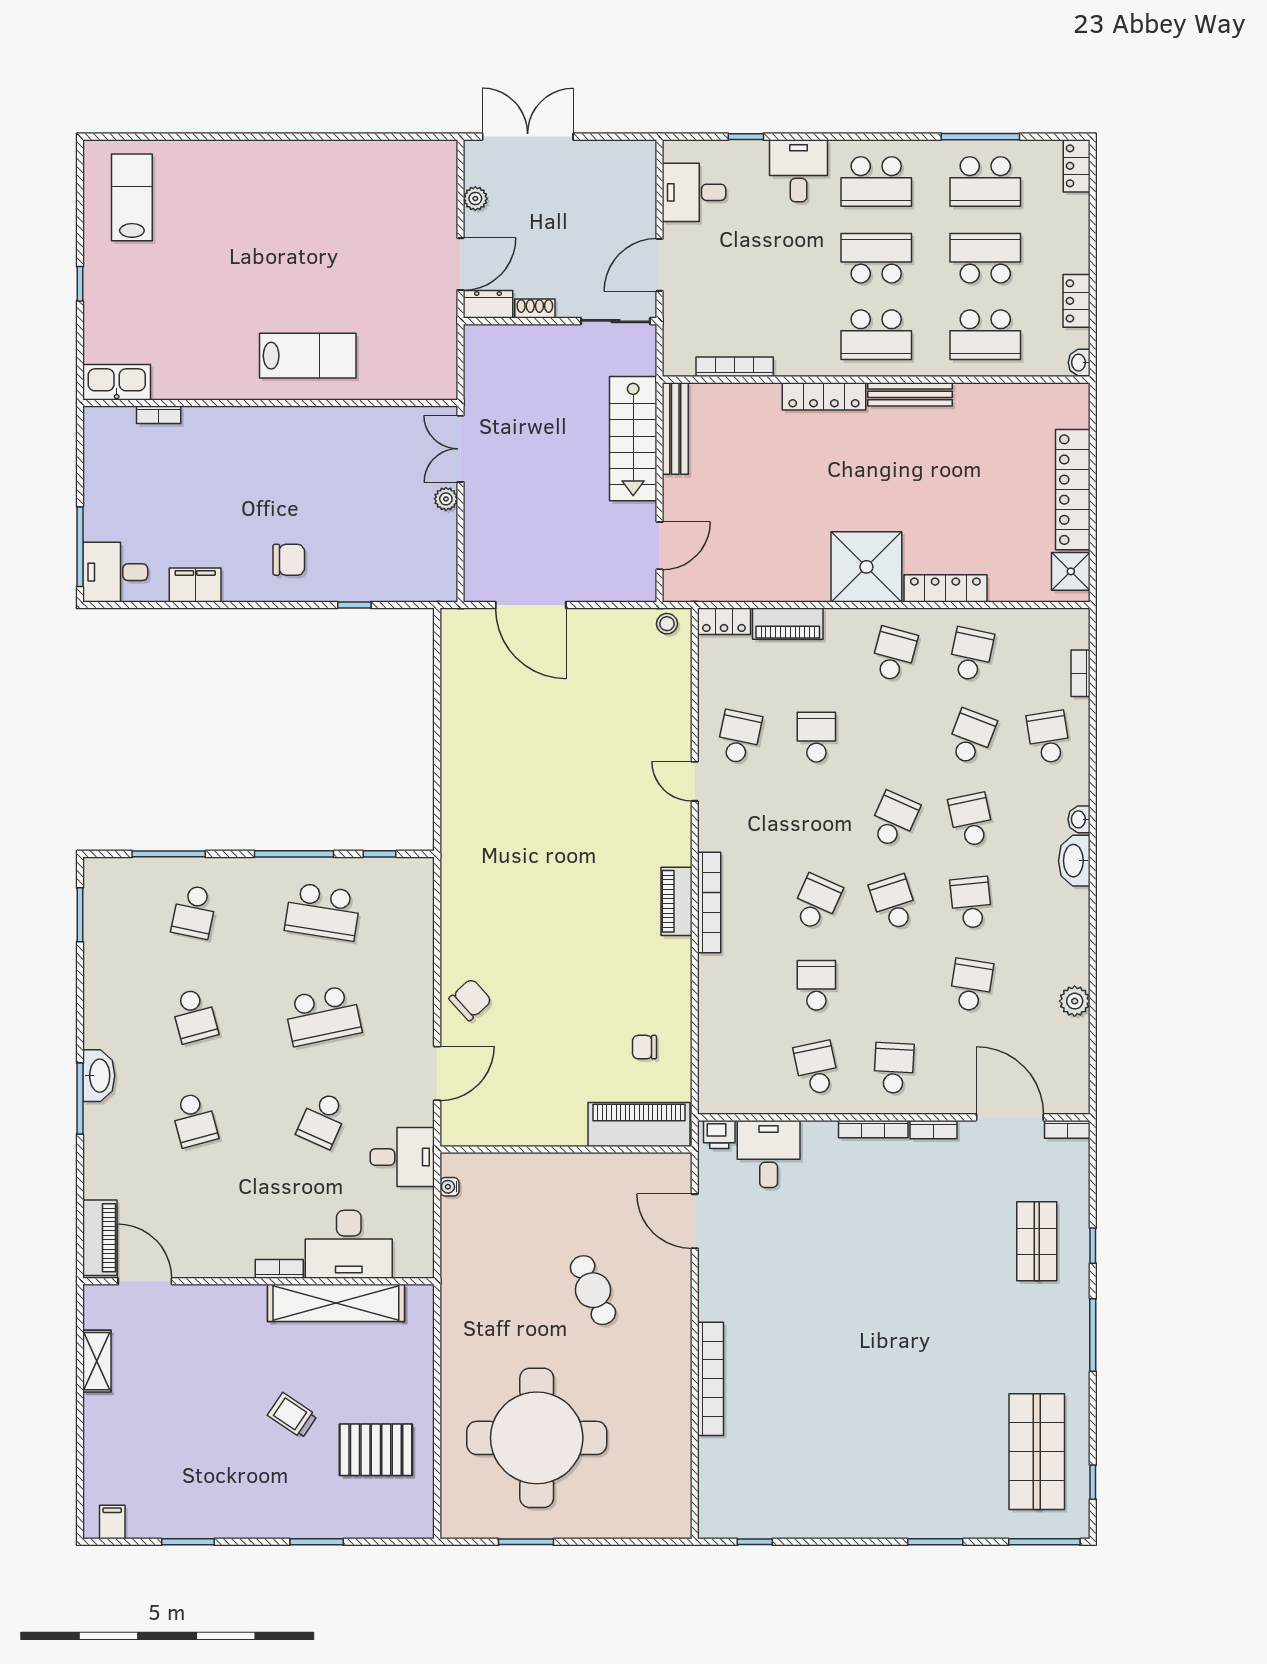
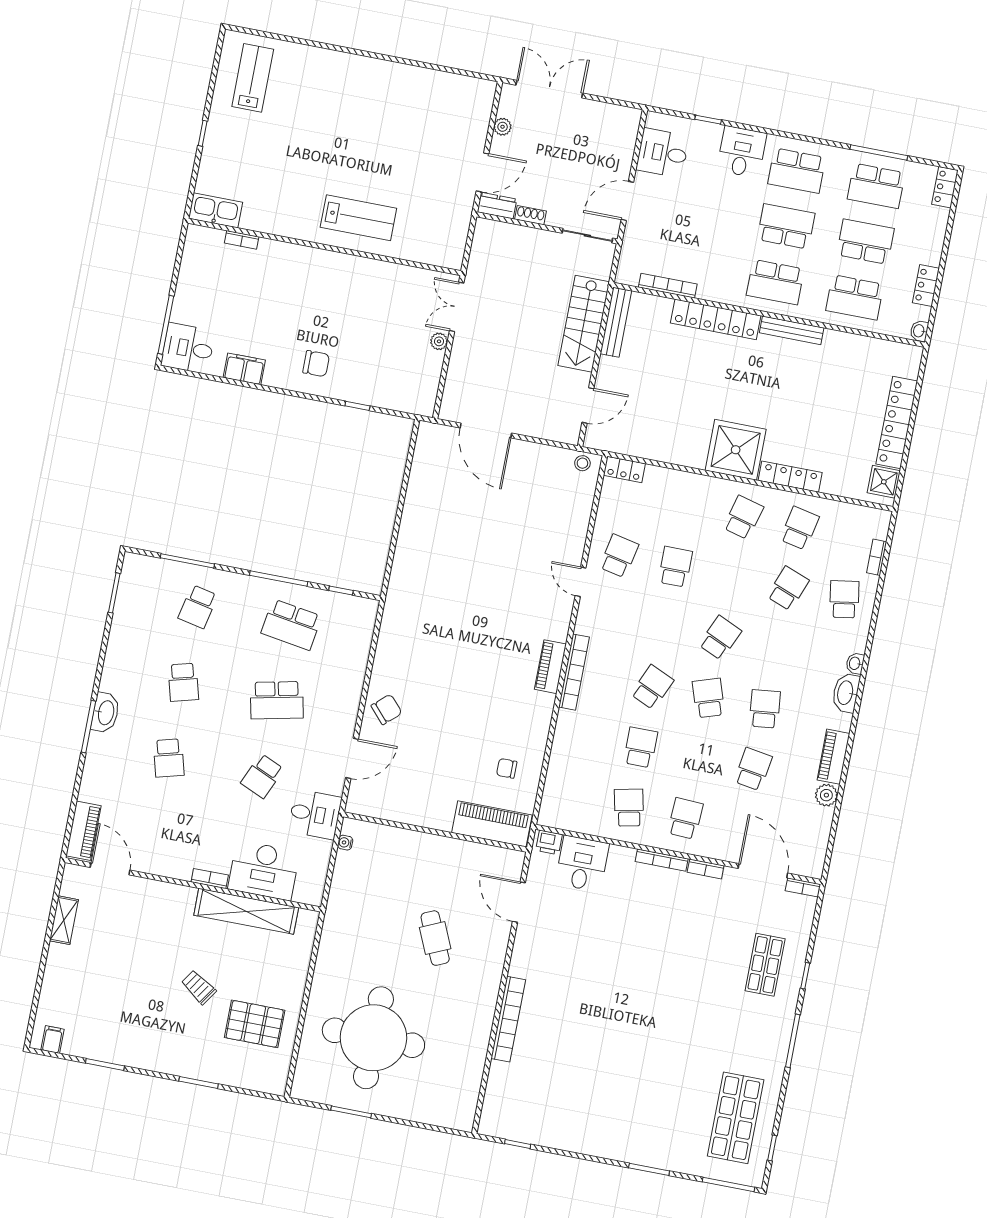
locker: (824, 396) -> (716, 319), width x1.41, depth x1.21
piano: (788, 624) -> (833, 757), moved, turned 90
school desk: (971, 820) -> (776, 649), removed

